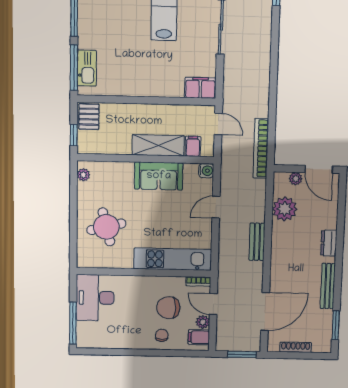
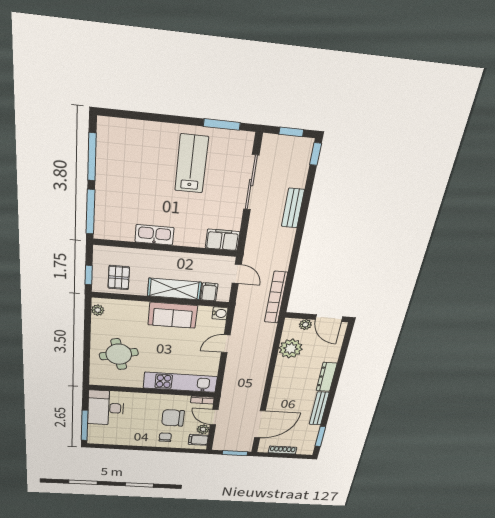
kitchen sink: (87, 68) -> (154, 235), moved, turned -90
pallet: (89, 117) -> (119, 278), moved
bench: (257, 242) -> (293, 208), moved
dresser: (329, 243) -> (327, 377), width x1.44

